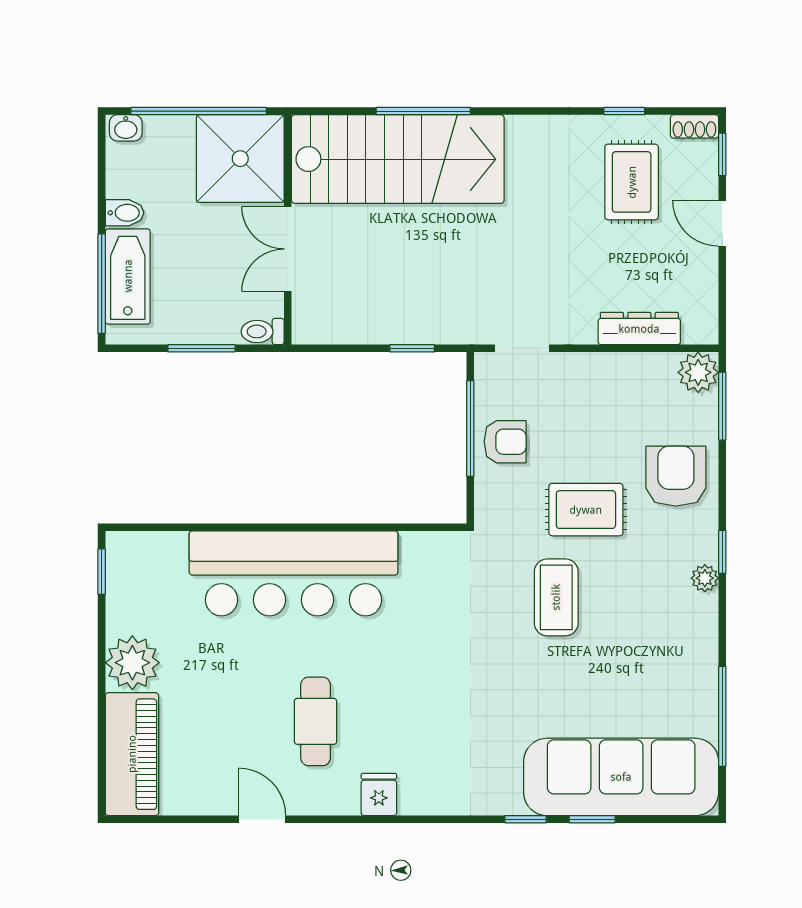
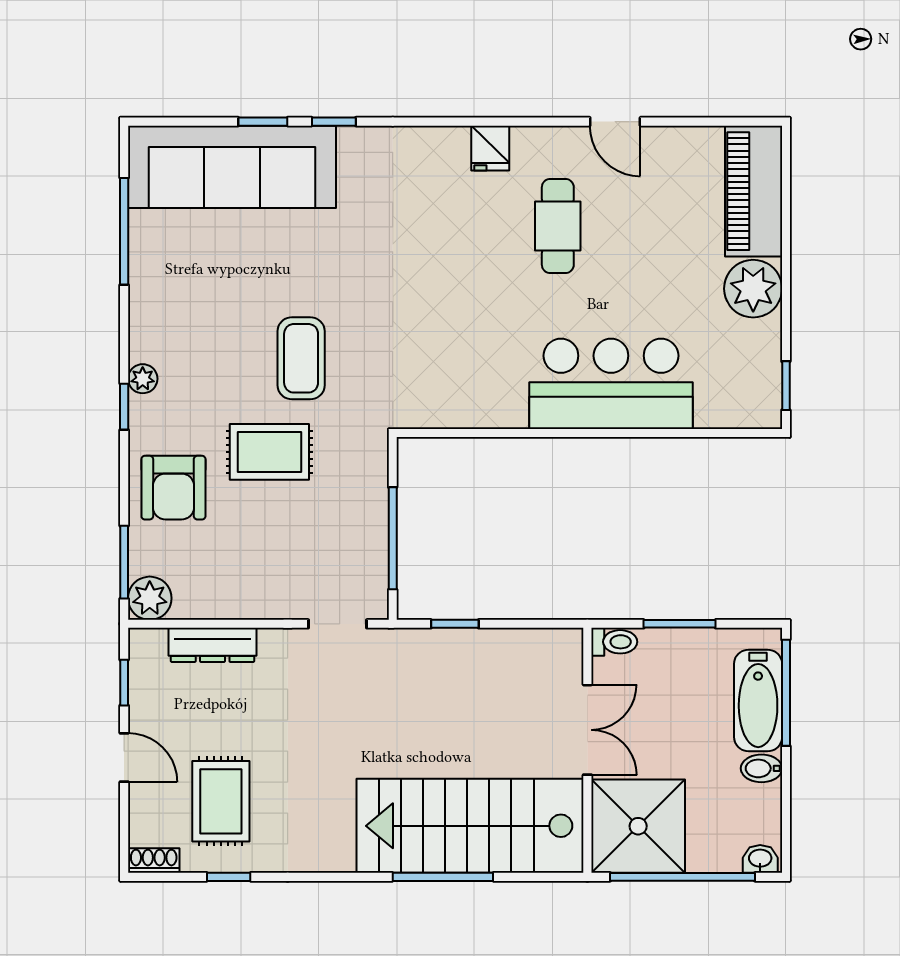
window: (722, 154) -> (124, 683), moved
armchair: (505, 442) -> (356, 524), removed
bar counter: (294, 573) -> (611, 384), width x0.73

